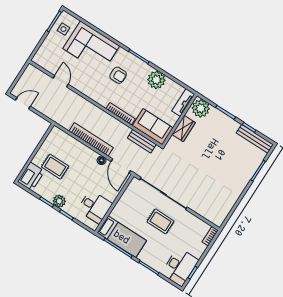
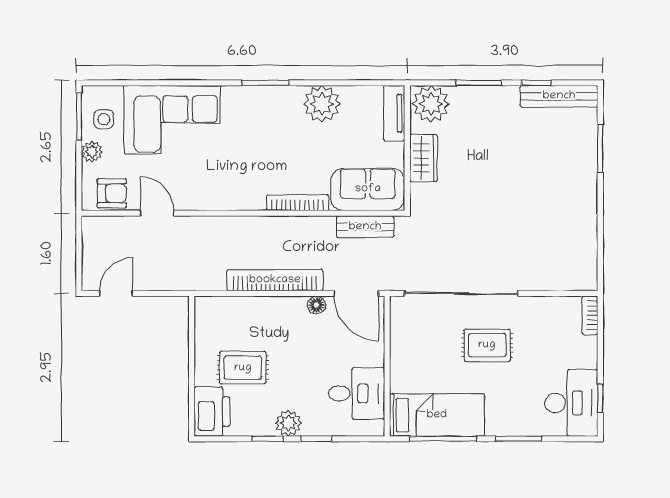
plant: (50, 39) -> (92, 152), added
armchair: (118, 75) -> (112, 193), moved

